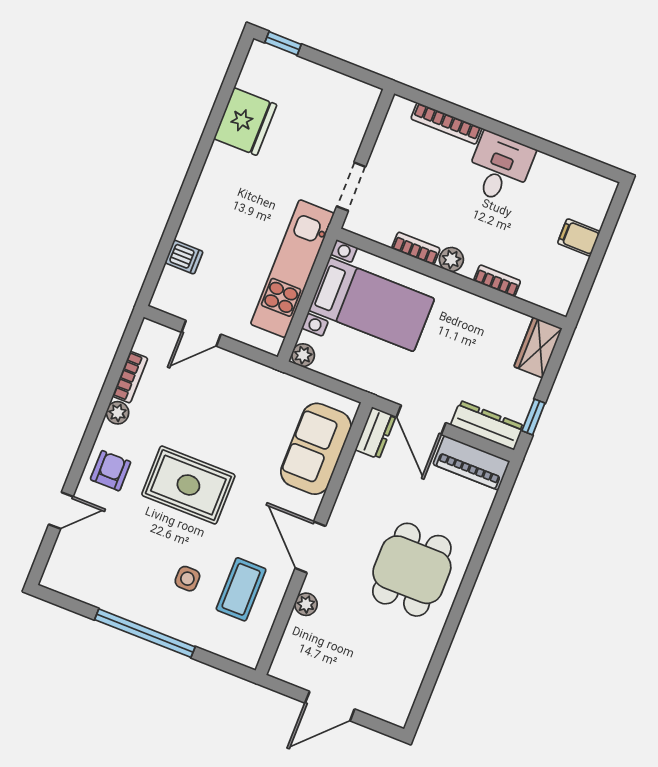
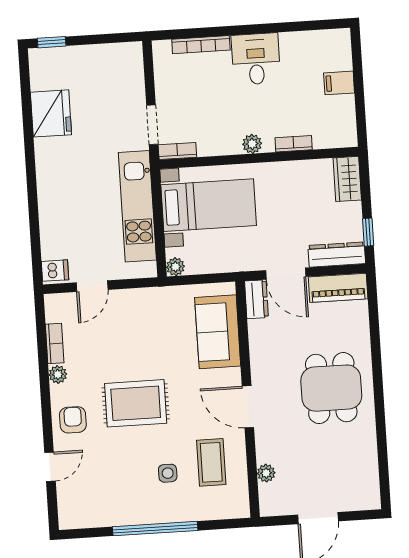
bookcase: (416, 248) -> (177, 151), moved
dishwasher: (184, 257) -> (55, 271), moved
plant: (306, 604) -> (266, 473), moved

